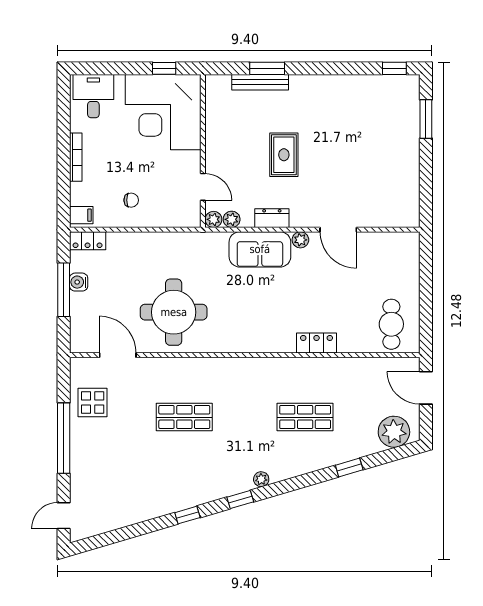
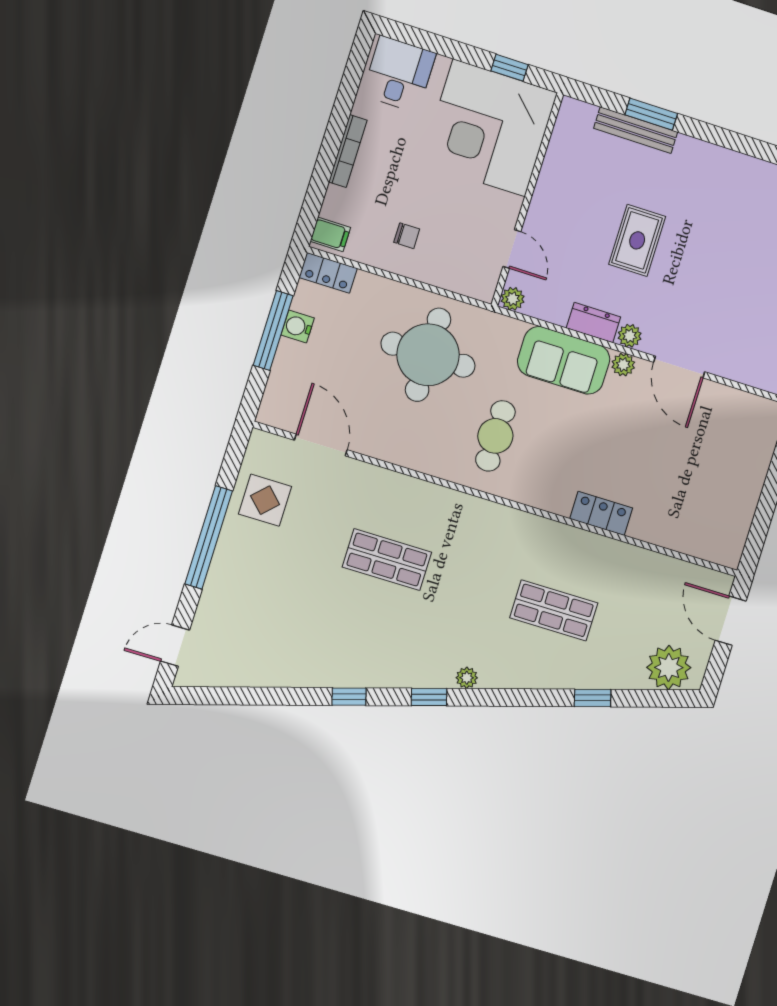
plant: (232, 219) -> (630, 336), moved
round table: (174, 312) -> (428, 355), moved
cafe table: (391, 324) -> (495, 436), moved

